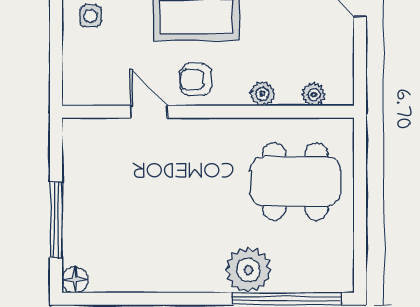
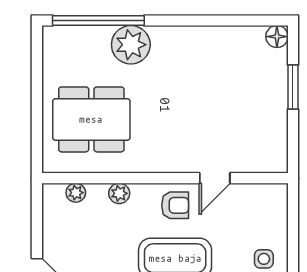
door: (149, 112) -> (215, 178), hinge flipped
window: (56, 220) -> (293, 87), width x0.69

